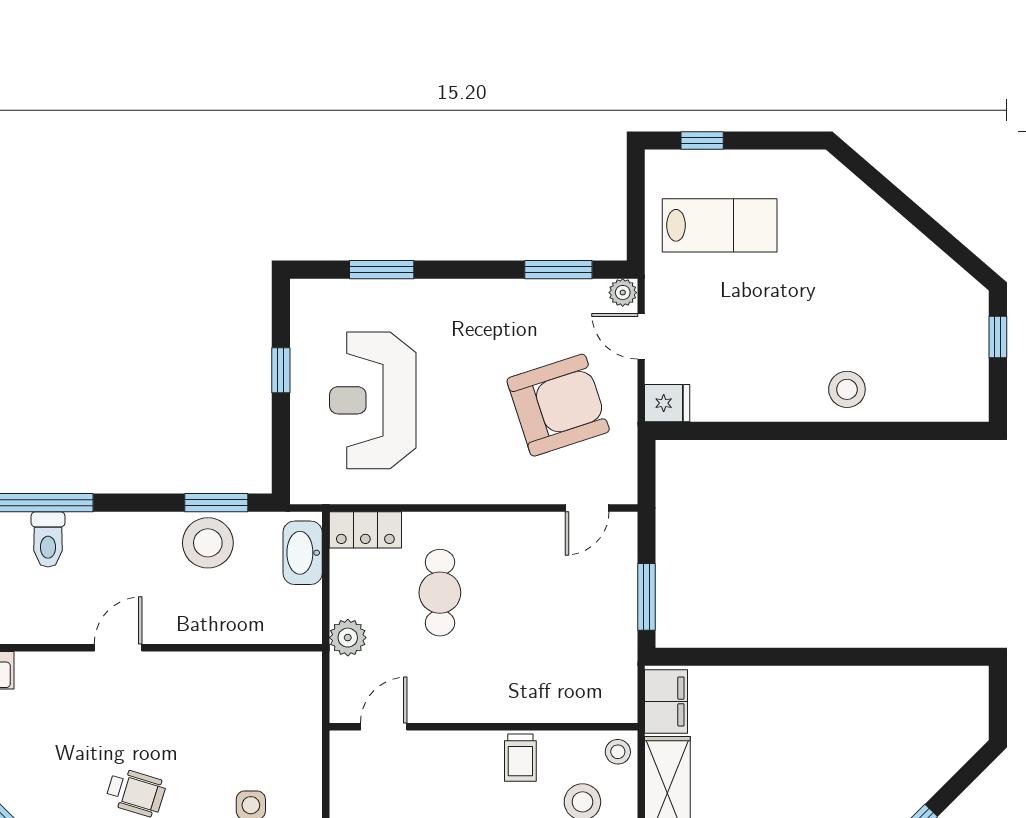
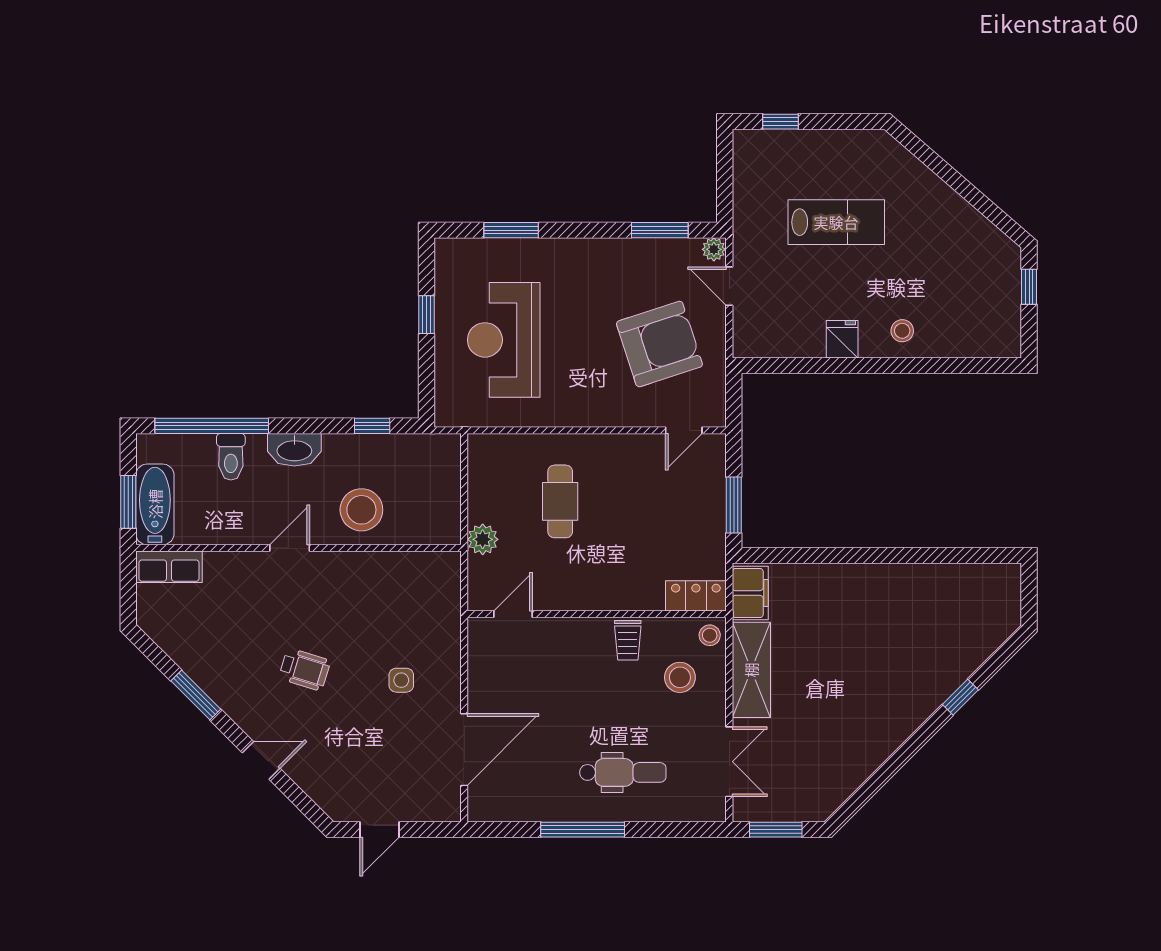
lab bench: (720, 225) -> (836, 222), moved
stool: (847, 389) -> (902, 331), width x0.73, depth x0.73
fridge: (667, 403) -> (842, 339), moved, turned -90
window: (216, 503) -> (372, 426), width x0.67
locker: (365, 530) -> (696, 596), moved, turned 180
stool: (208, 543) -> (361, 510), moved
washbasin: (303, 553) -> (294, 450), moved, turned -90

